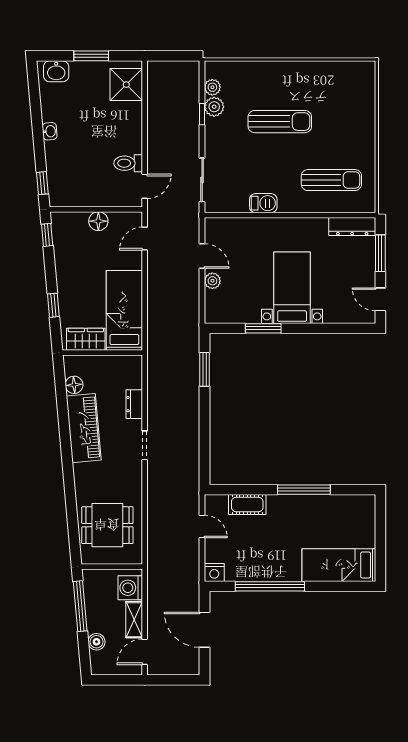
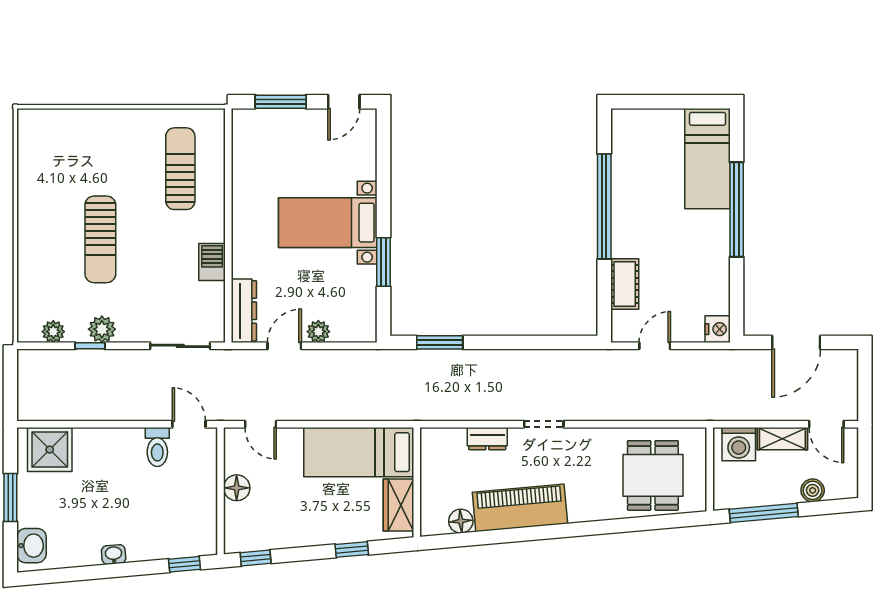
plant: (214, 107) -> (102, 329), moved
sun lounger: (280, 122) -> (100, 239), turned 180
dresser: (352, 226) -> (244, 311), moved
window: (304, 490) -> (604, 206), width x1.46
window: (270, 586) -> (737, 209), moved

